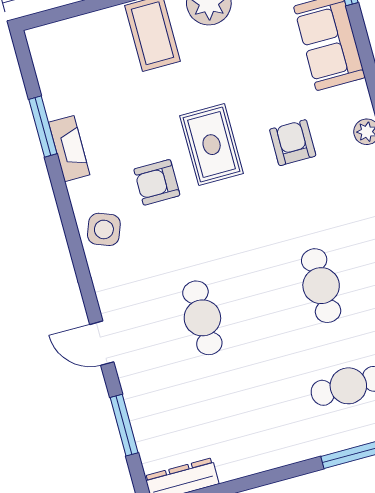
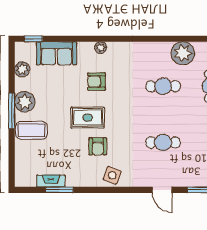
fireplace: (69, 149) -> (51, 181), moved
door: (102, 343) -> (162, 190), hinge flipped

